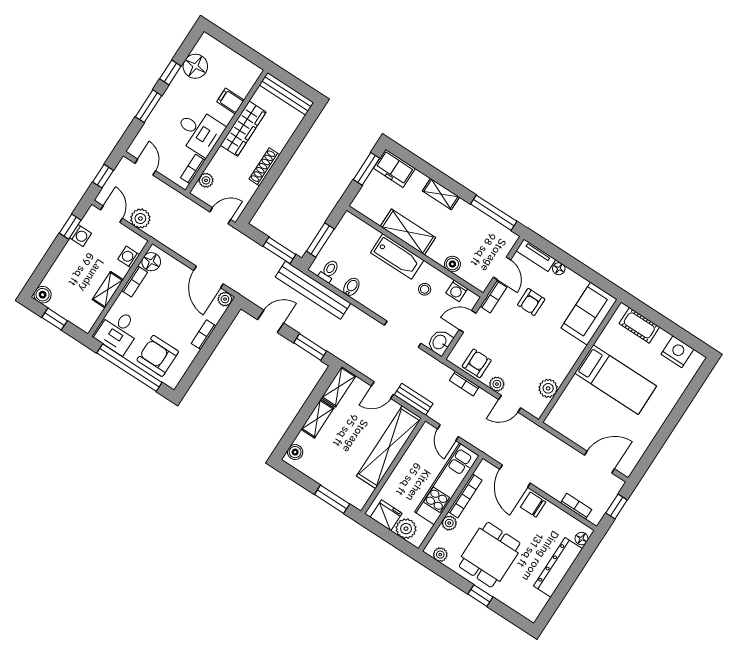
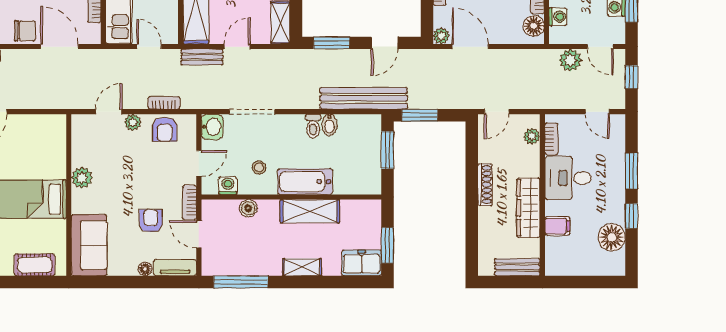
bench: (286, 94) -> (517, 267), width x0.73
toilet: (329, 271) -> (313, 126), moved
plant: (548, 388) -> (82, 178), moved

